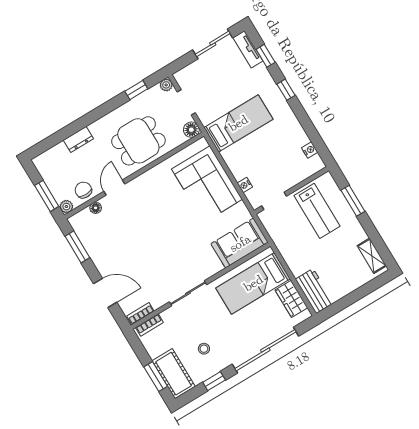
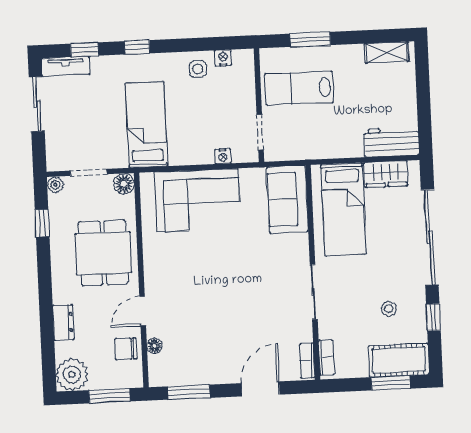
side table: (293, 137) -> (198, 69), added
door: (114, 188) -> (143, 311), hinge flipped
plant: (66, 207) -> (72, 375), moved, width x1.87, depth x1.87
lab bench: (317, 211) -> (299, 88), turned 180

